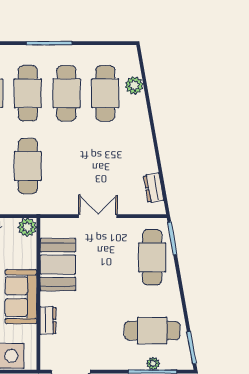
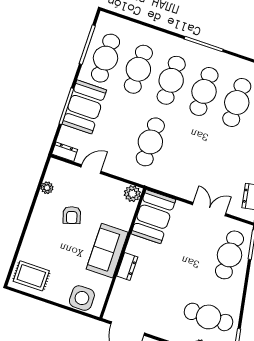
double door: (98, 216) -> (209, 209), moved
booth: (58, 265) -> (153, 217), moved
dresser: (48, 320) -> (127, 266), moved

